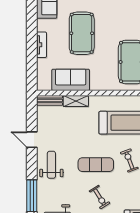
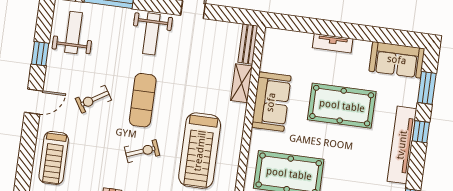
sofa: (71, 80) -> (271, 102), moved
weight bench: (51, 165) -> (151, 34), turned 90

